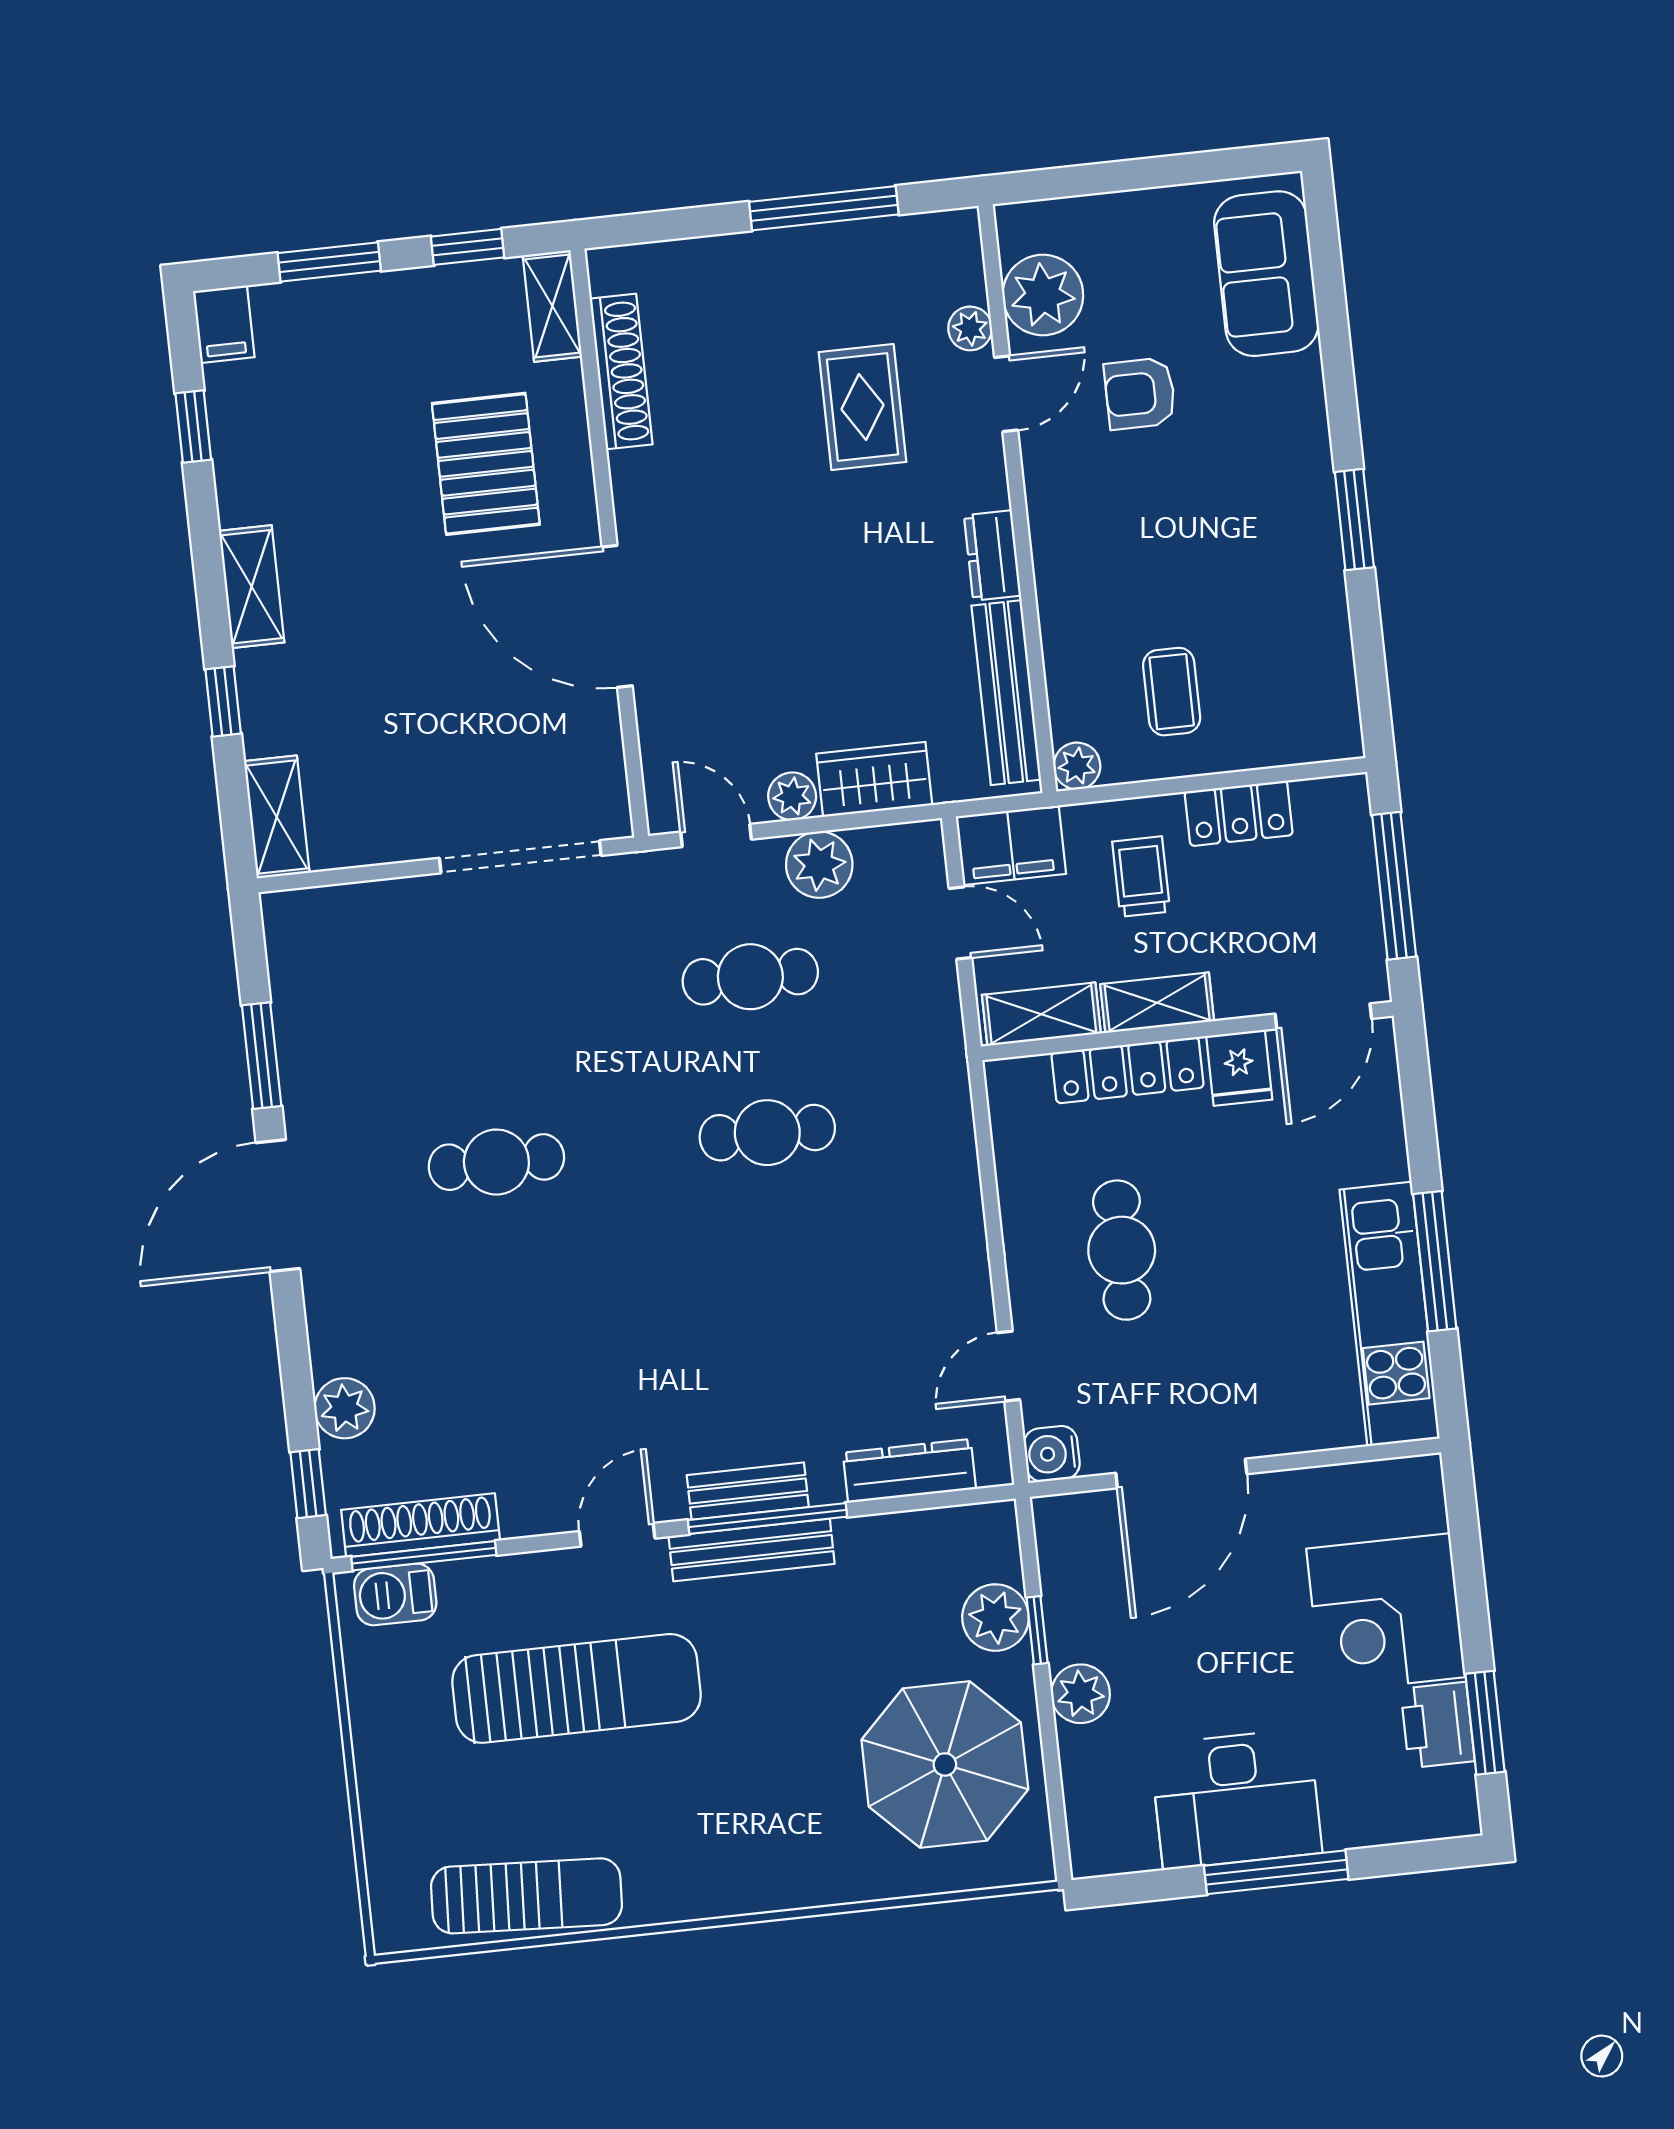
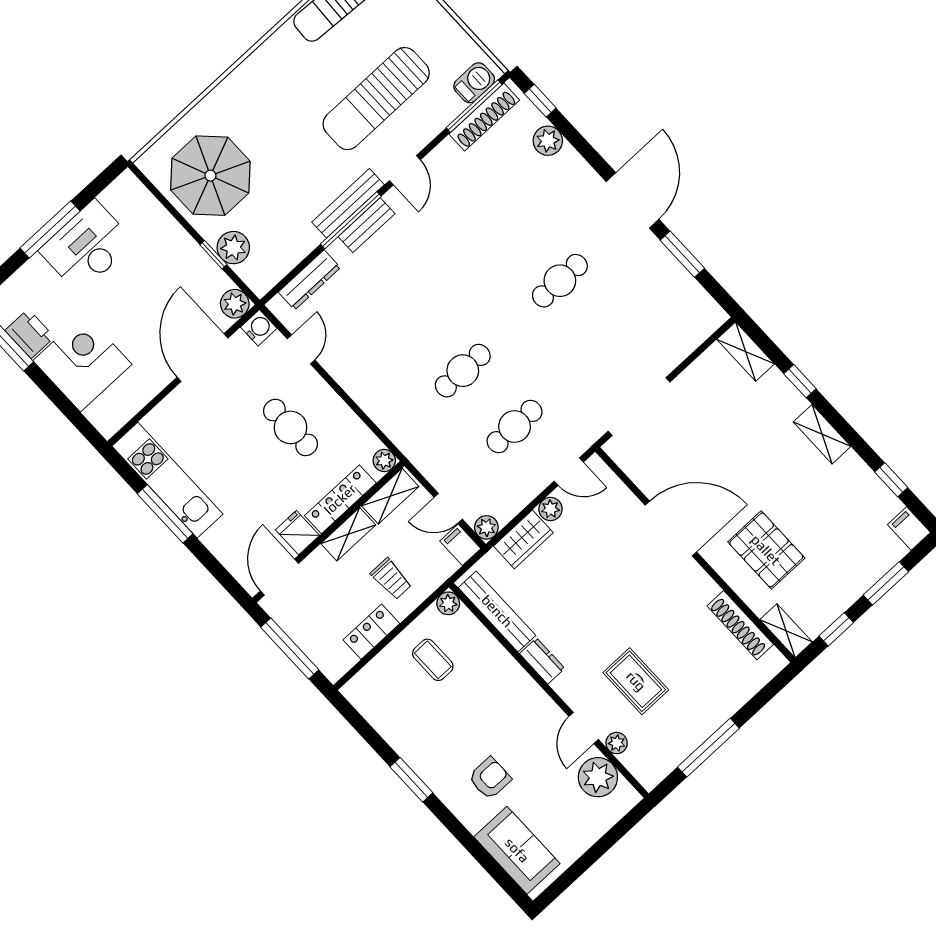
armchair: (1140, 394) -> (490, 778), moved
filing cabinet: (1011, 845) -> (460, 545), width x0.50
plant: (819, 865) -> (486, 527), moved, width x0.73, depth x0.73
plant: (1007, 1080) -> (384, 460), added
plant: (1081, 1694) -> (235, 304), moved

